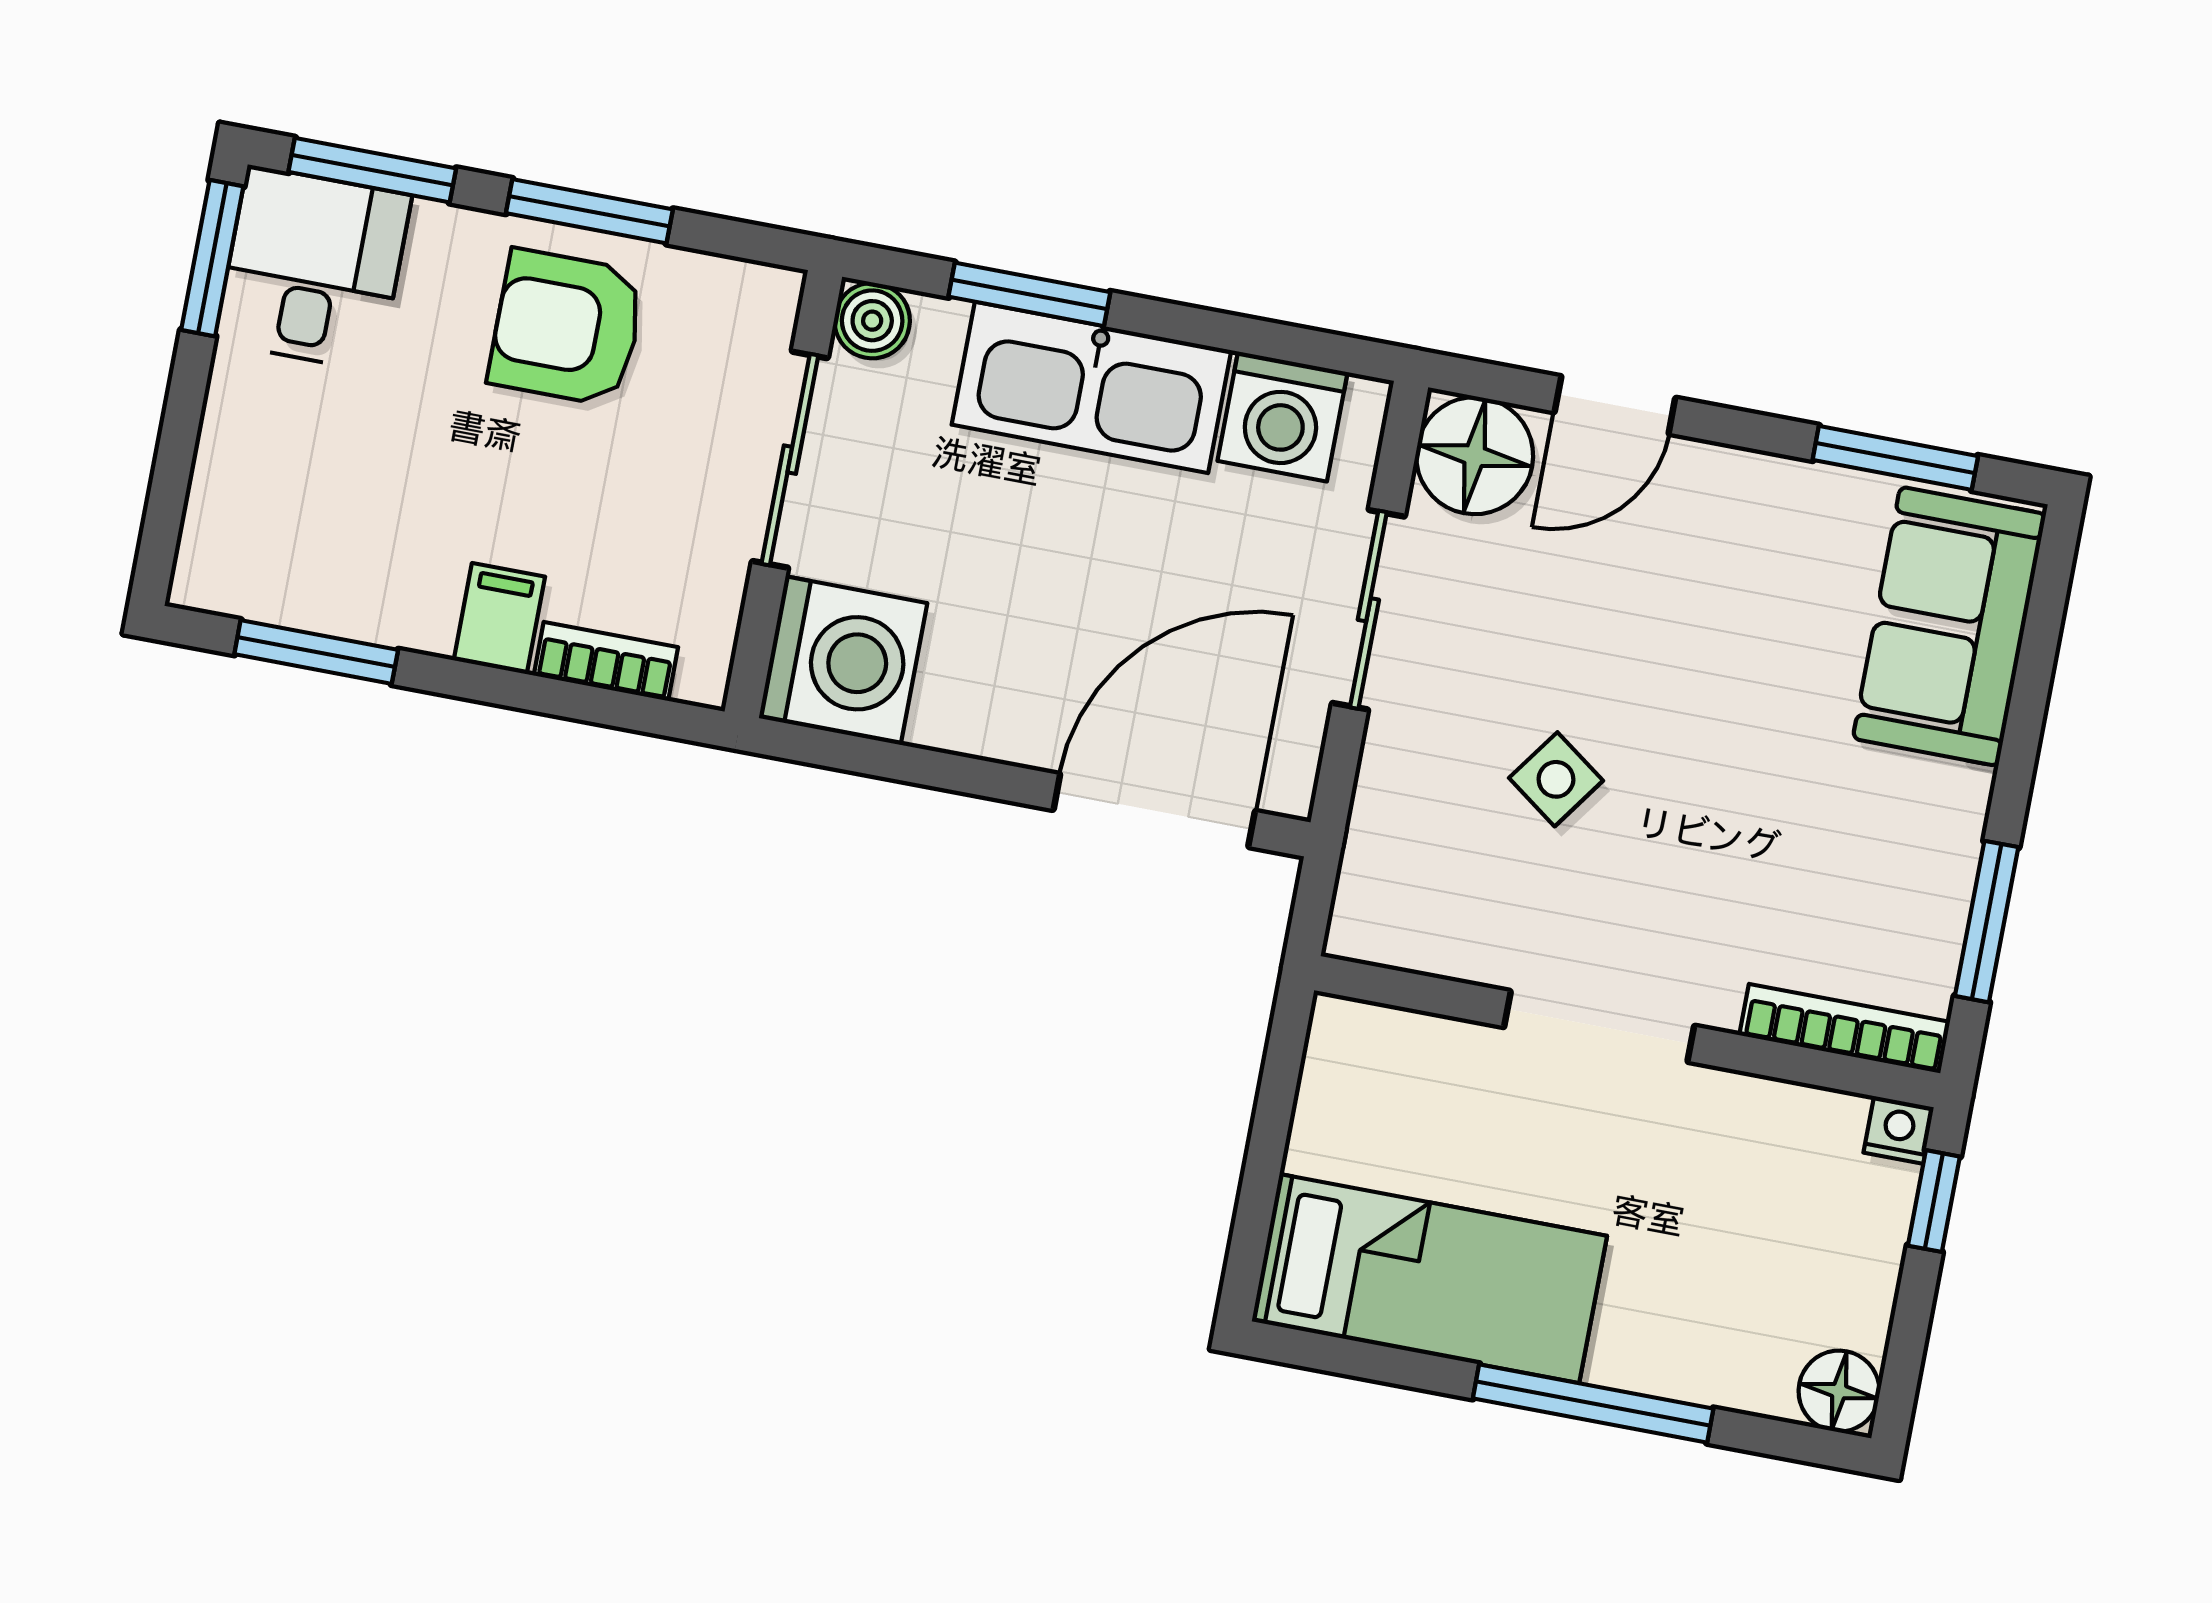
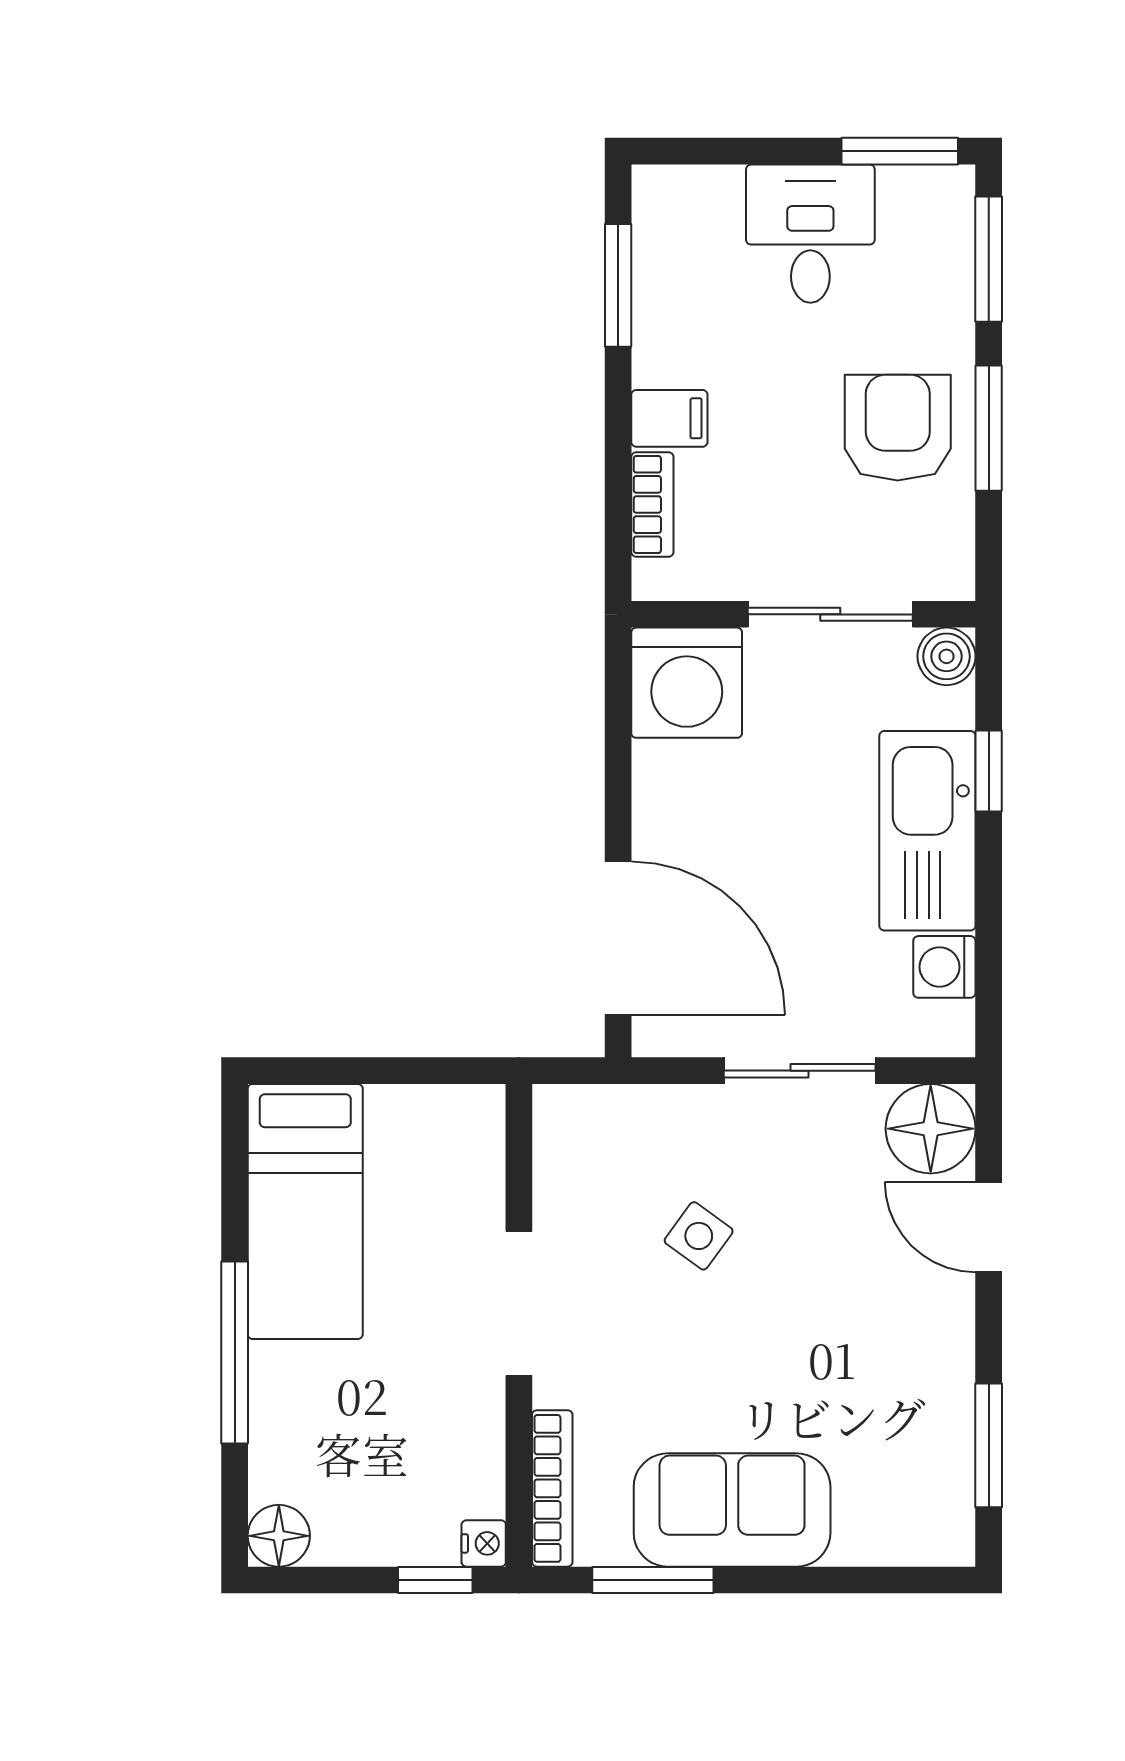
desk: (313, 269) -> (810, 234), moved, turned -90
window: (1029, 294) -> (989, 771), width x0.67
washing machine: (1283, 416) -> (944, 967), width x0.73, depth x0.73
sofa: (1949, 626) -> (732, 1510), moved

